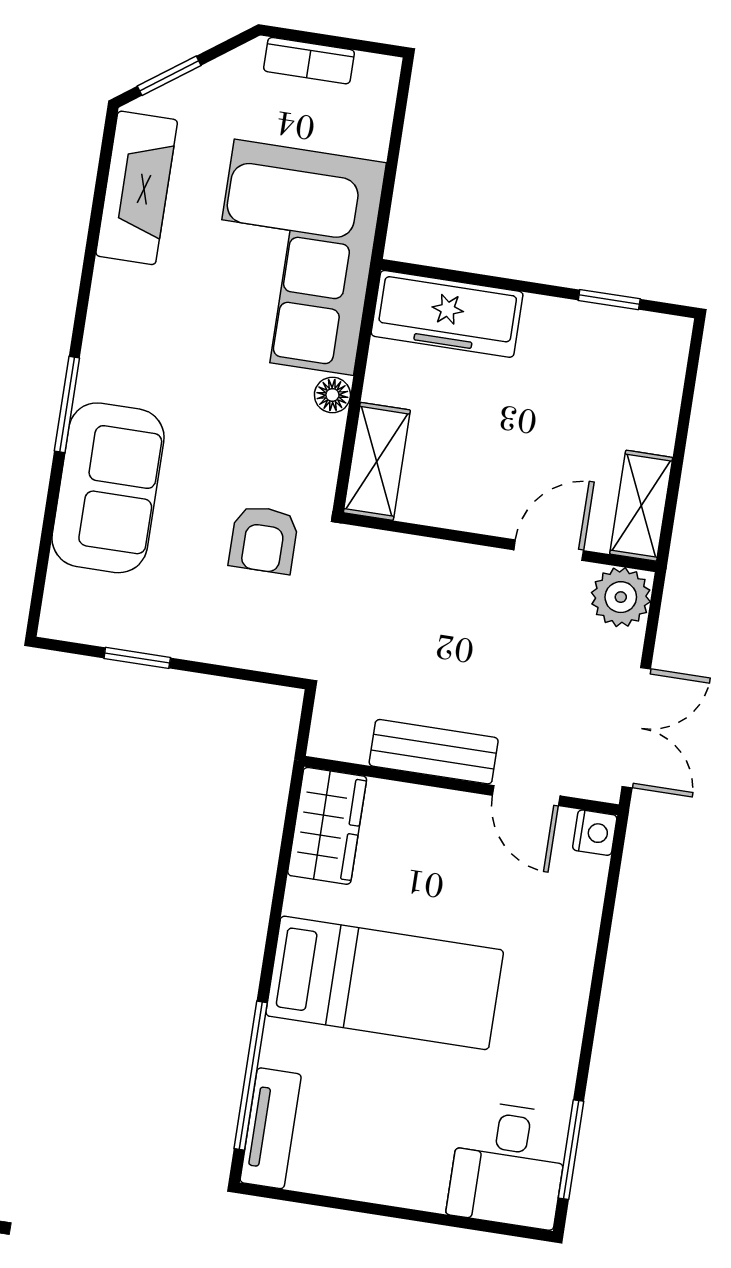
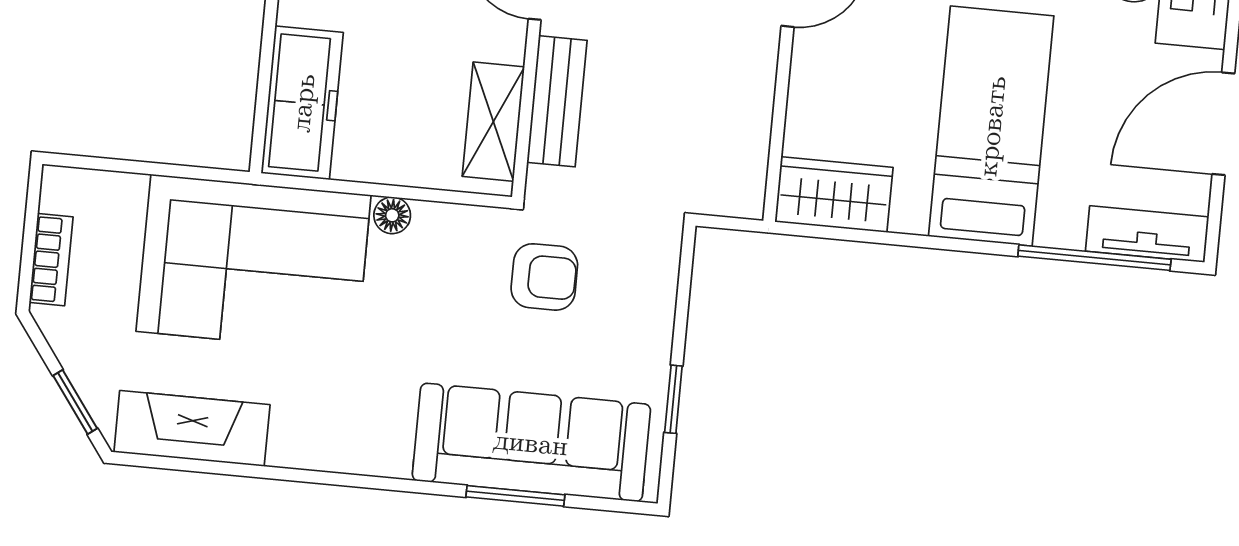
window: (67, 405) -> (515, 496), moved
shelving: (377, 461) -> (493, 122), moved, turned 90
sofa: (108, 488) -> (531, 442), width x1.36
bench: (434, 752) -> (557, 101), moved
door: (373, 1209) -> (1223, 124), added

